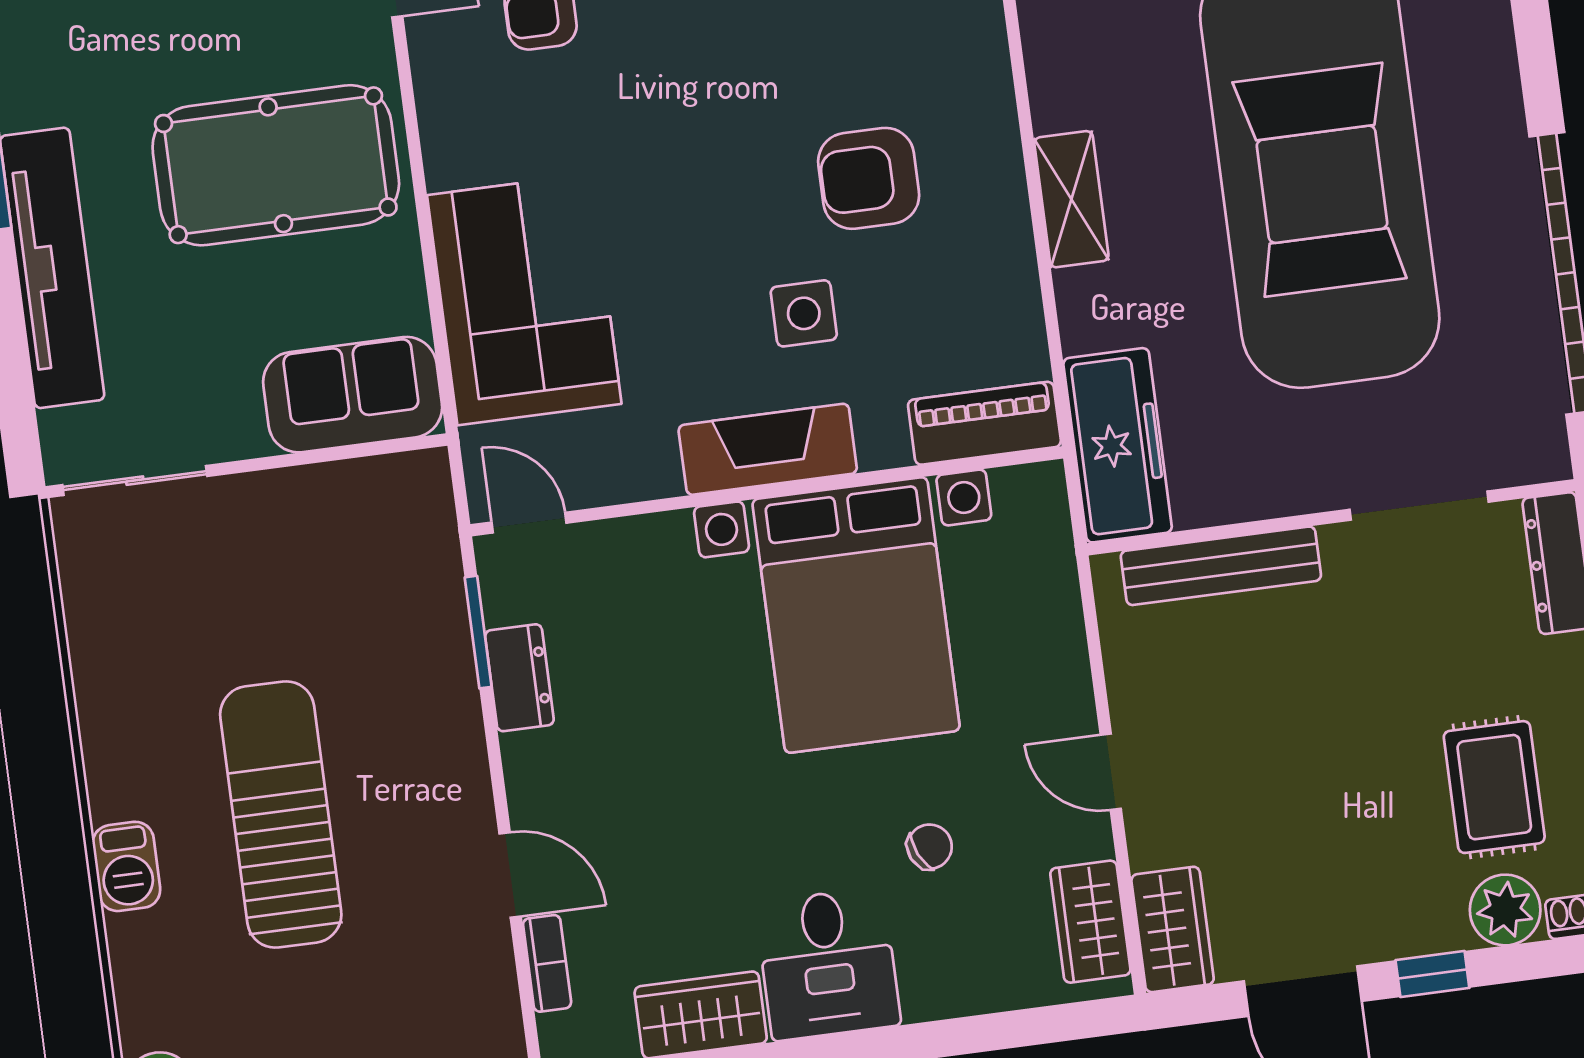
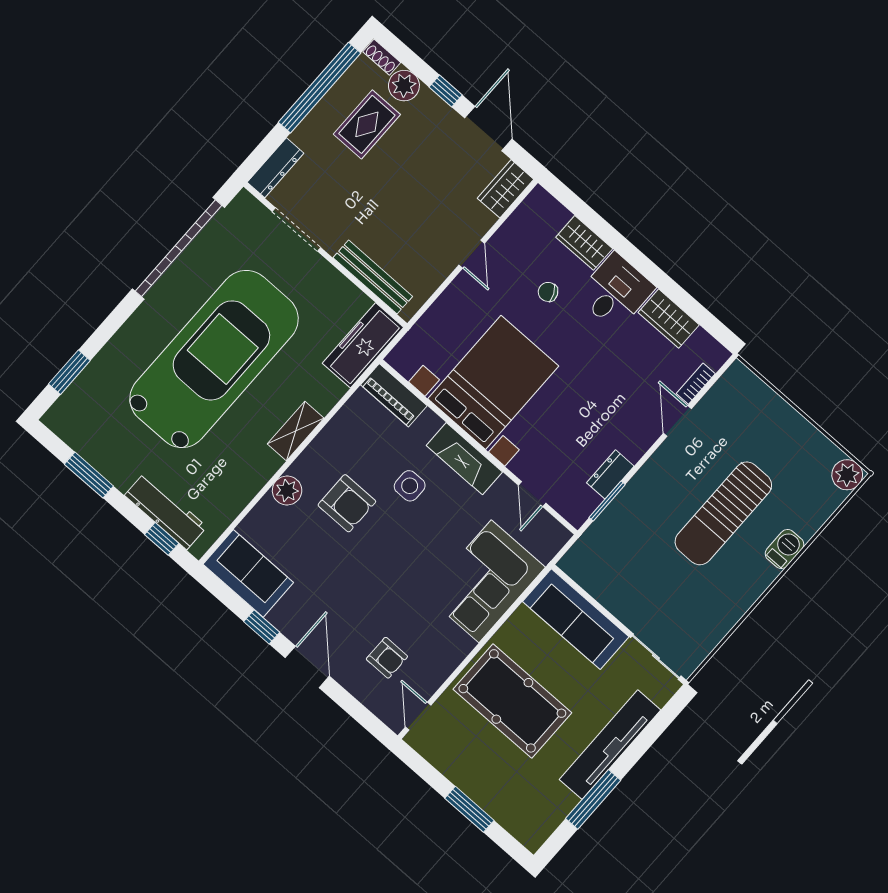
plant: (981, 94) -> (287, 491), added
sofa: (353, 395) -> (576, 619), width x1.36
door: (529, 523) -> (532, 494), moved
wardrobe: (1090, 922) -> (584, 243), moved, turned 90

